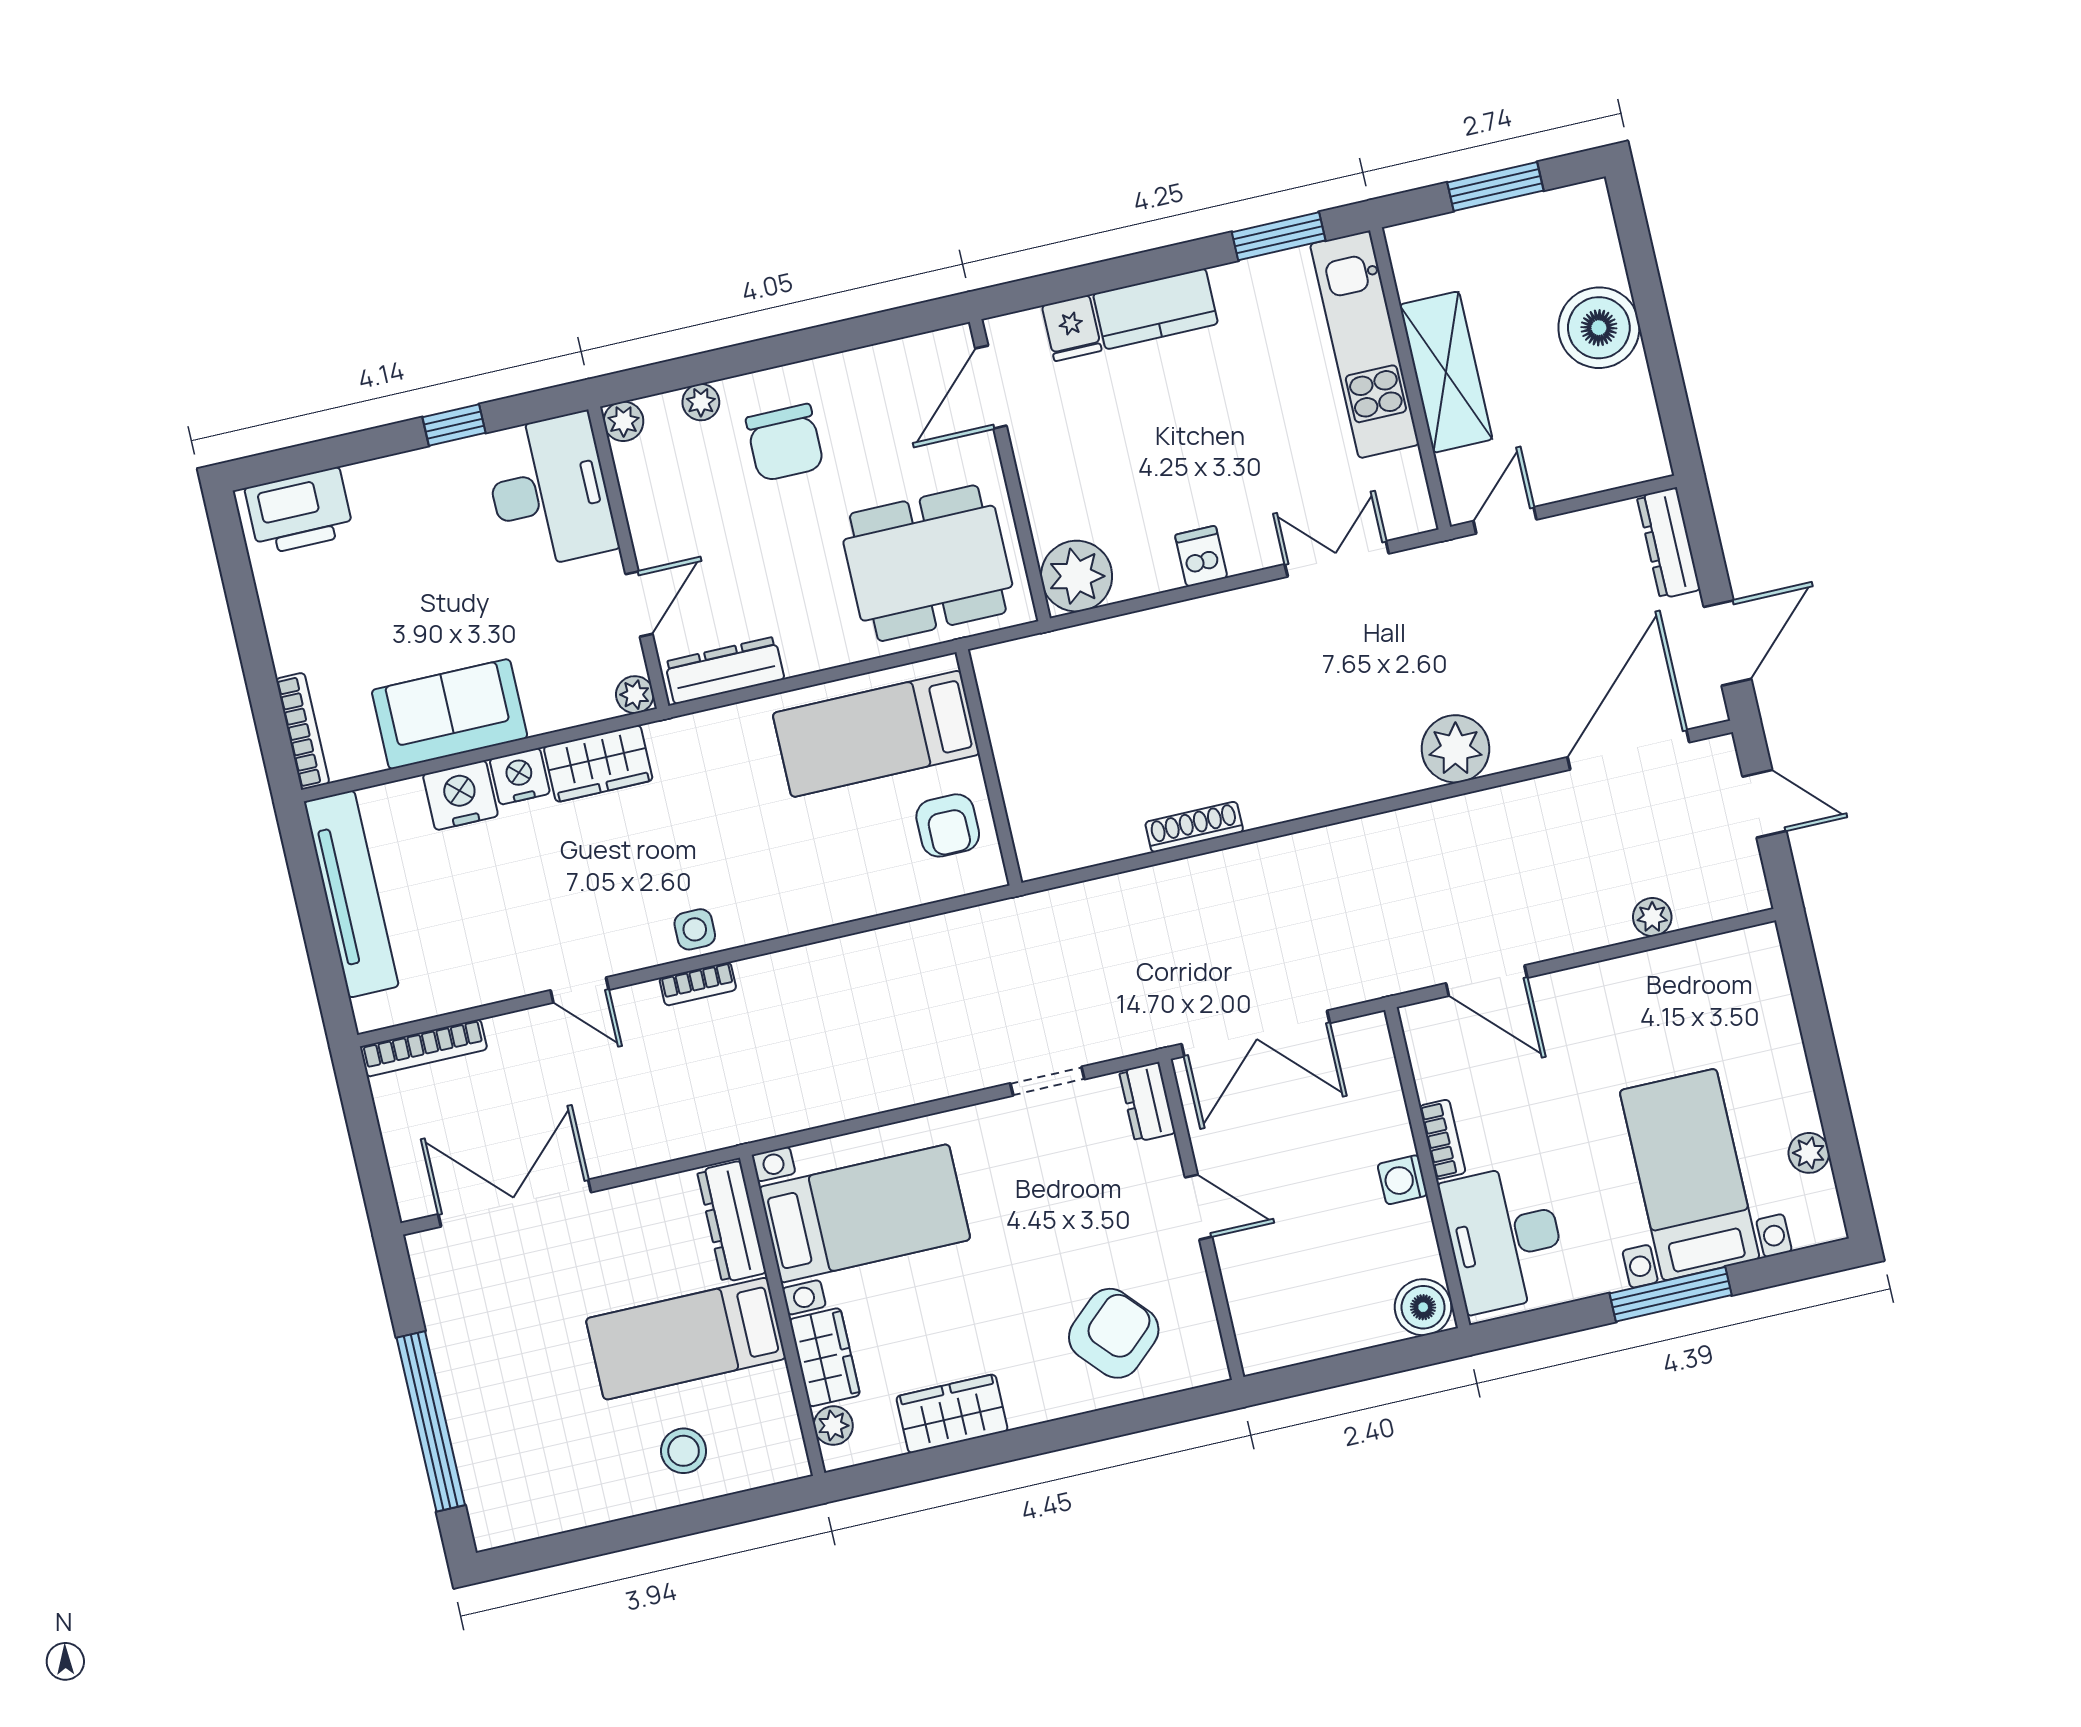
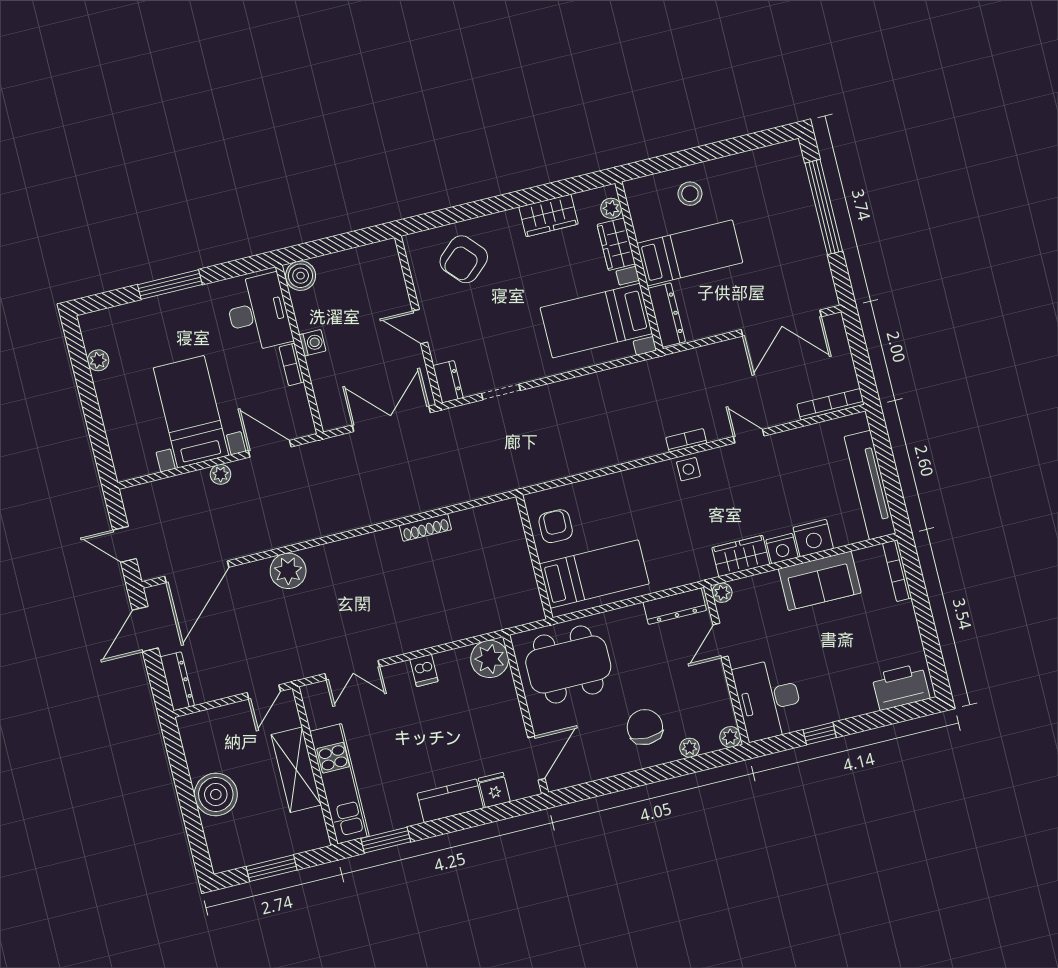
plant: (1652, 917) -> (220, 474), moved
bed with nightstands: (1690, 1175) -> (191, 412), moved, turned 180

